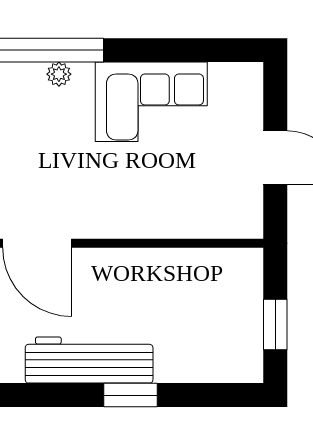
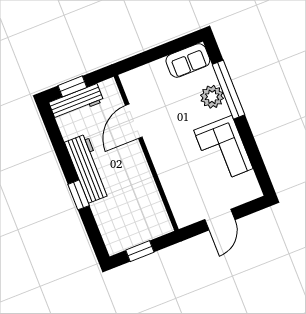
plant: (59, 74) -> (212, 97), width x1.88, depth x1.88

